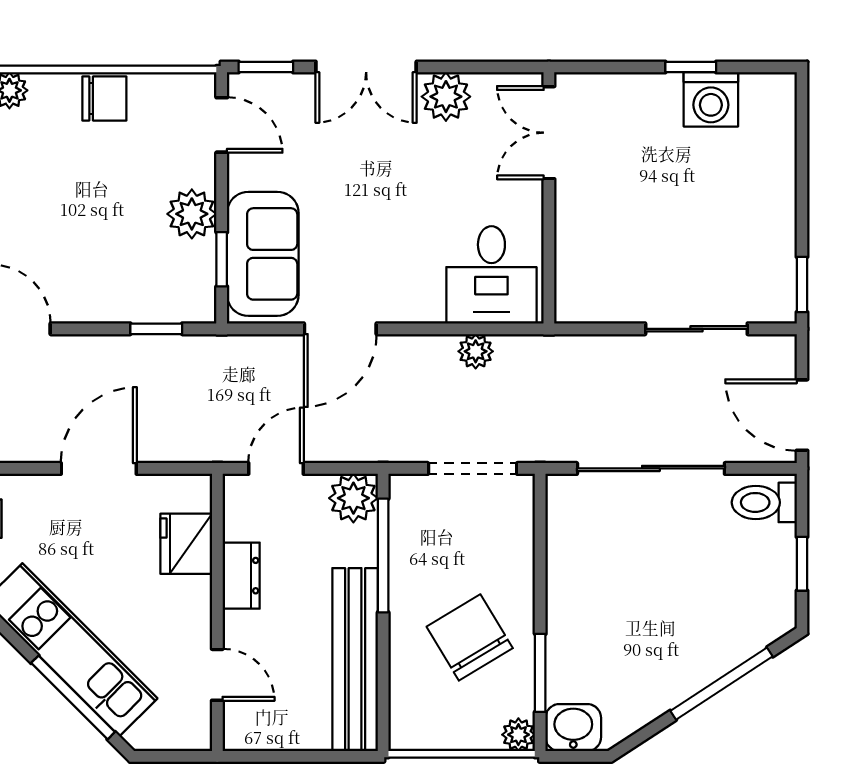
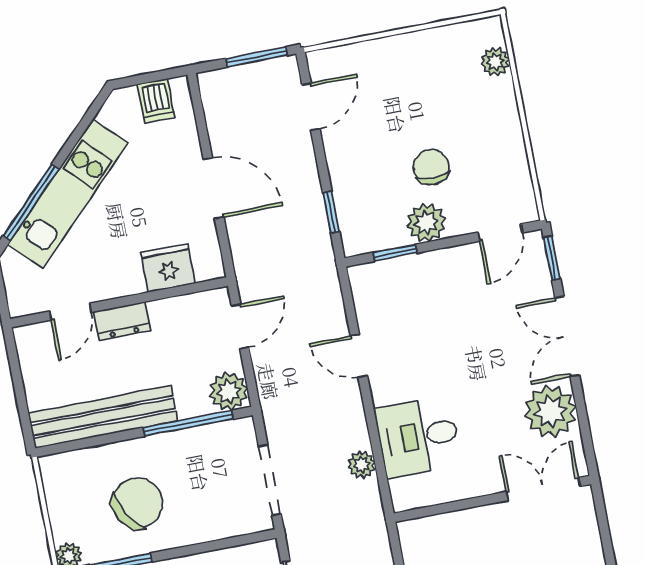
plant: (446, 97) -> (550, 412), width x1.36, depth x1.36
chair: (104, 99) -> (431, 167), moved, turned 180
sofa: (263, 254) -> (406, 284), removed
desk: (491, 275) -> (418, 436), moved
door: (340, 329) -> (359, 356), width x0.73
door: (276, 468) -> (240, 327), hinge flipped
dresser: (241, 576) -> (122, 321), moved

